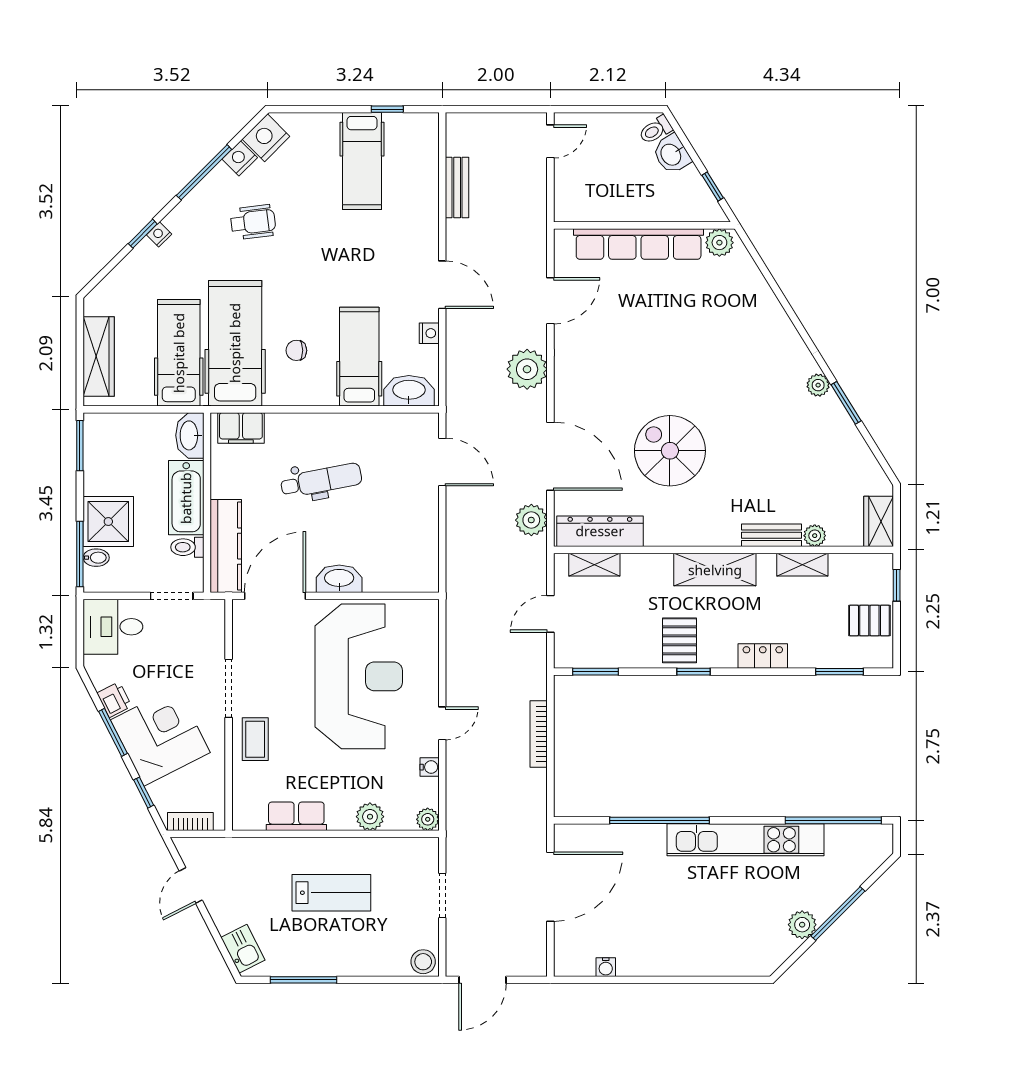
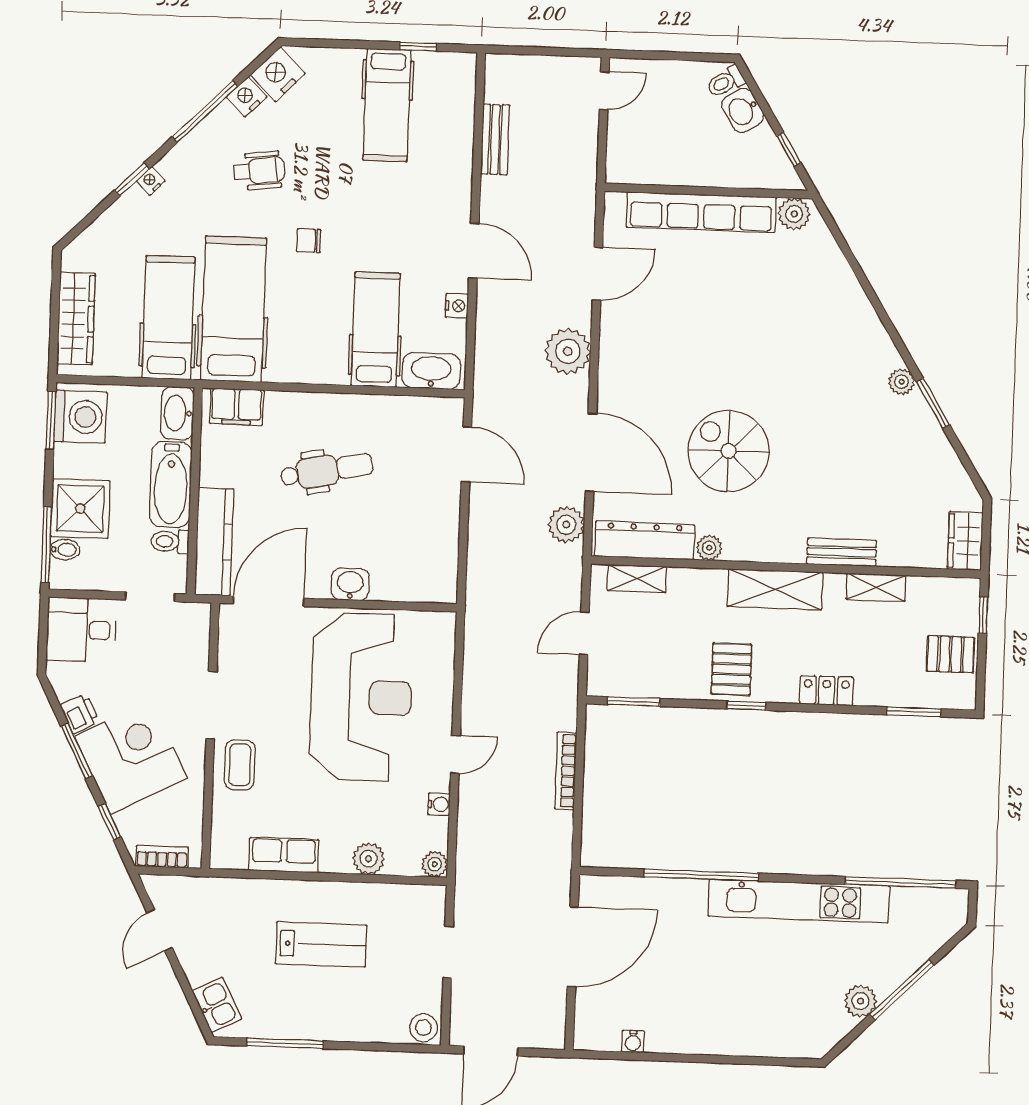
chair: (296, 350) -> (309, 241), moved
washing machine: (105, 442) -> (80, 417), added
plant: (815, 536) -> (709, 548), moved
washbasin: (339, 579) -> (350, 584), width x0.72

